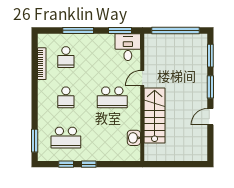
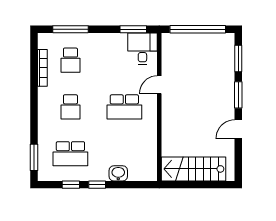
window: (78, 30) -> (71, 29), moved
stairs: (155, 116) -> (193, 169), moved, turned -90
washbasin: (134, 138) -> (118, 173), moved, turned 90

